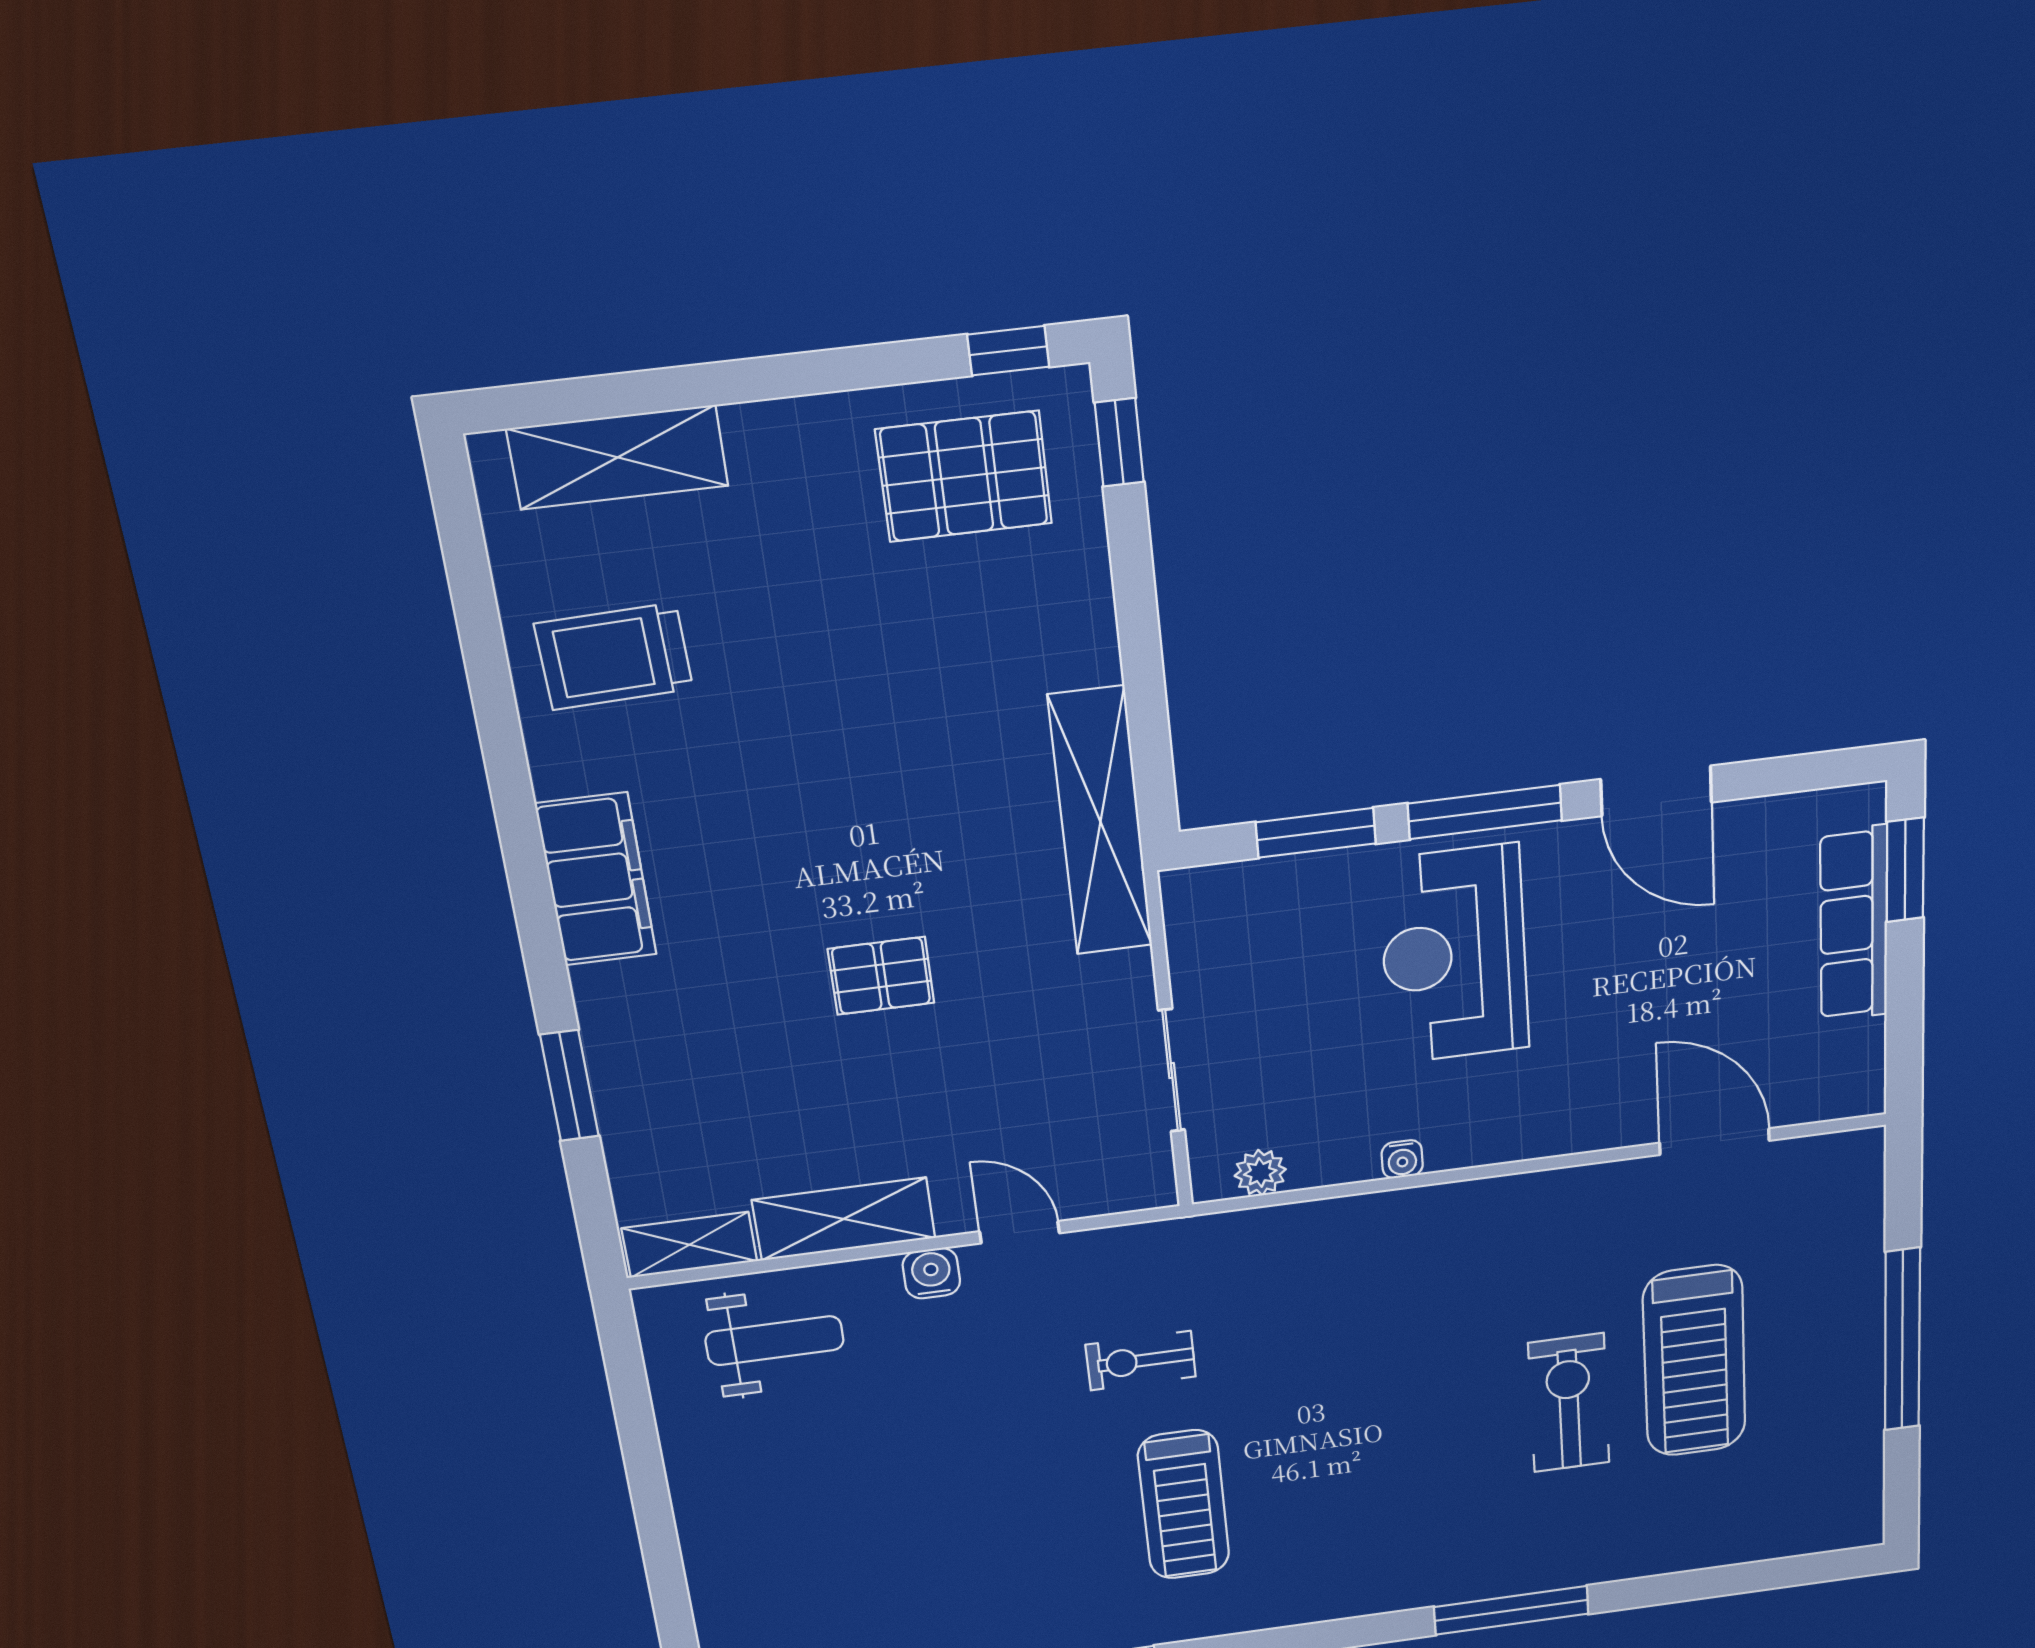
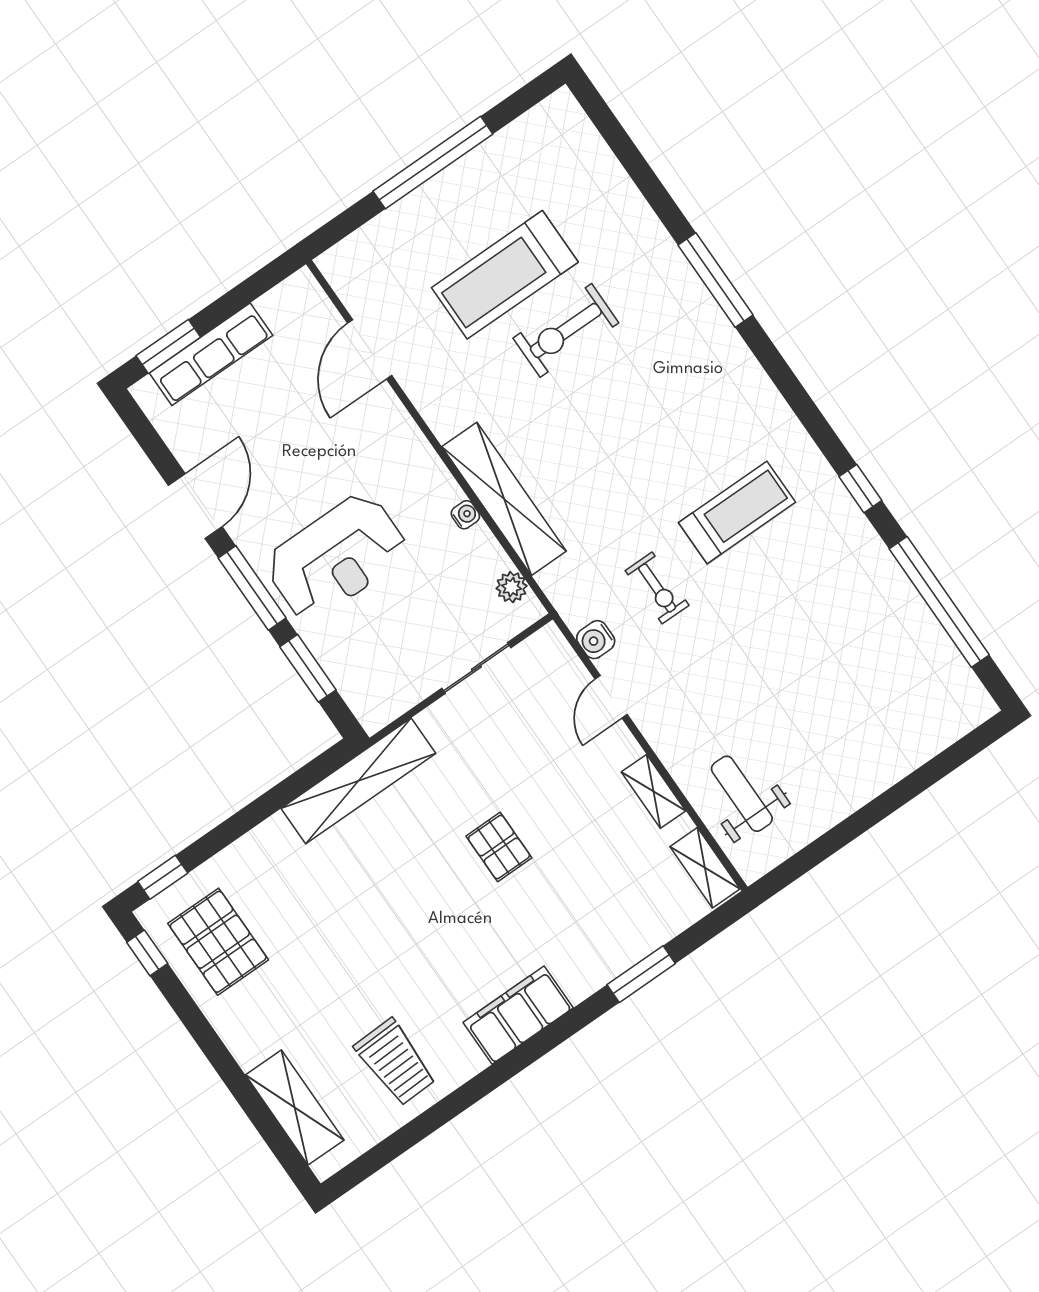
shelving: (844, 1219) -> (654, 791), width x0.67, depth x0.75
shelving: (1392, 1220) -> (504, 499), added
water cooler: (931, 1273) -> (596, 640), moved
treadmill: (1694, 1361) -> (505, 275), turned 180

